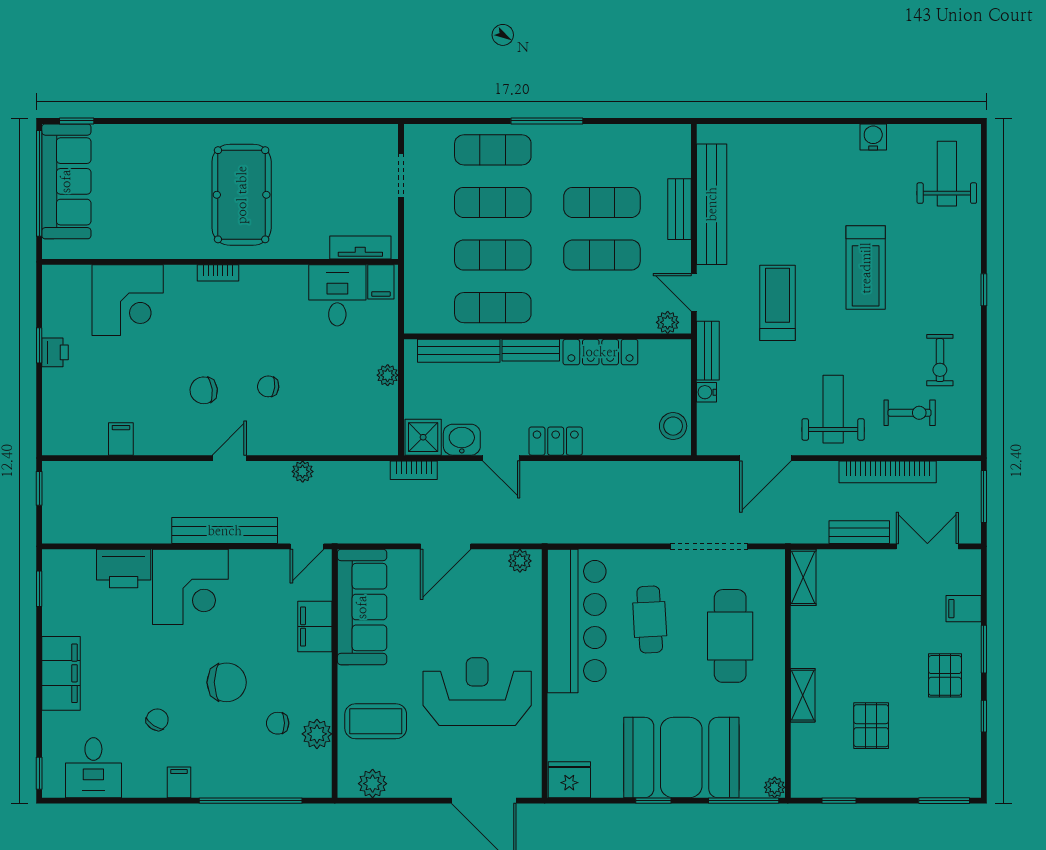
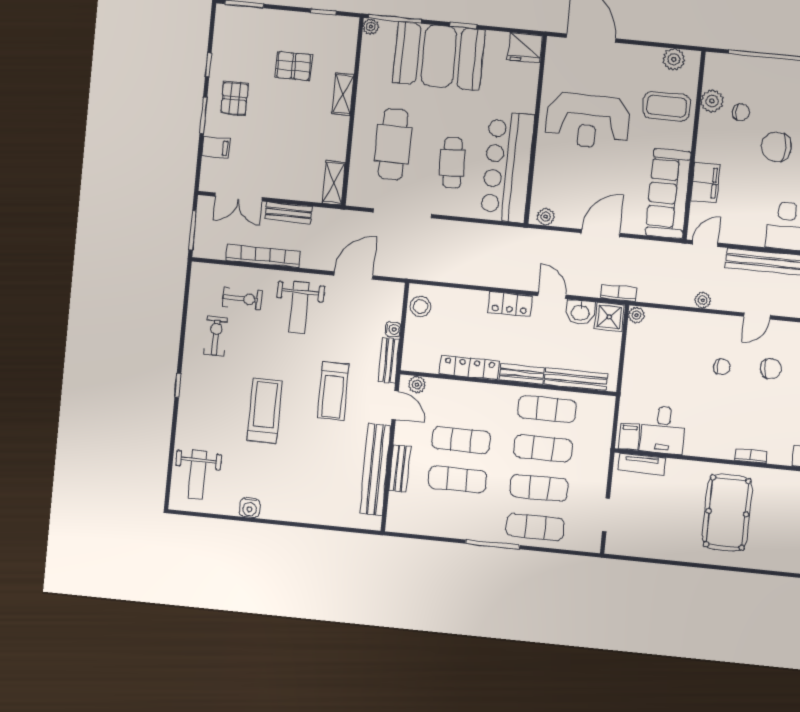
plant: (388, 375) -> (636, 315), moved
exercise bike: (910, 413) -> (242, 299), turned 180
pallet: (871, 726) -> (294, 66), turned 90

